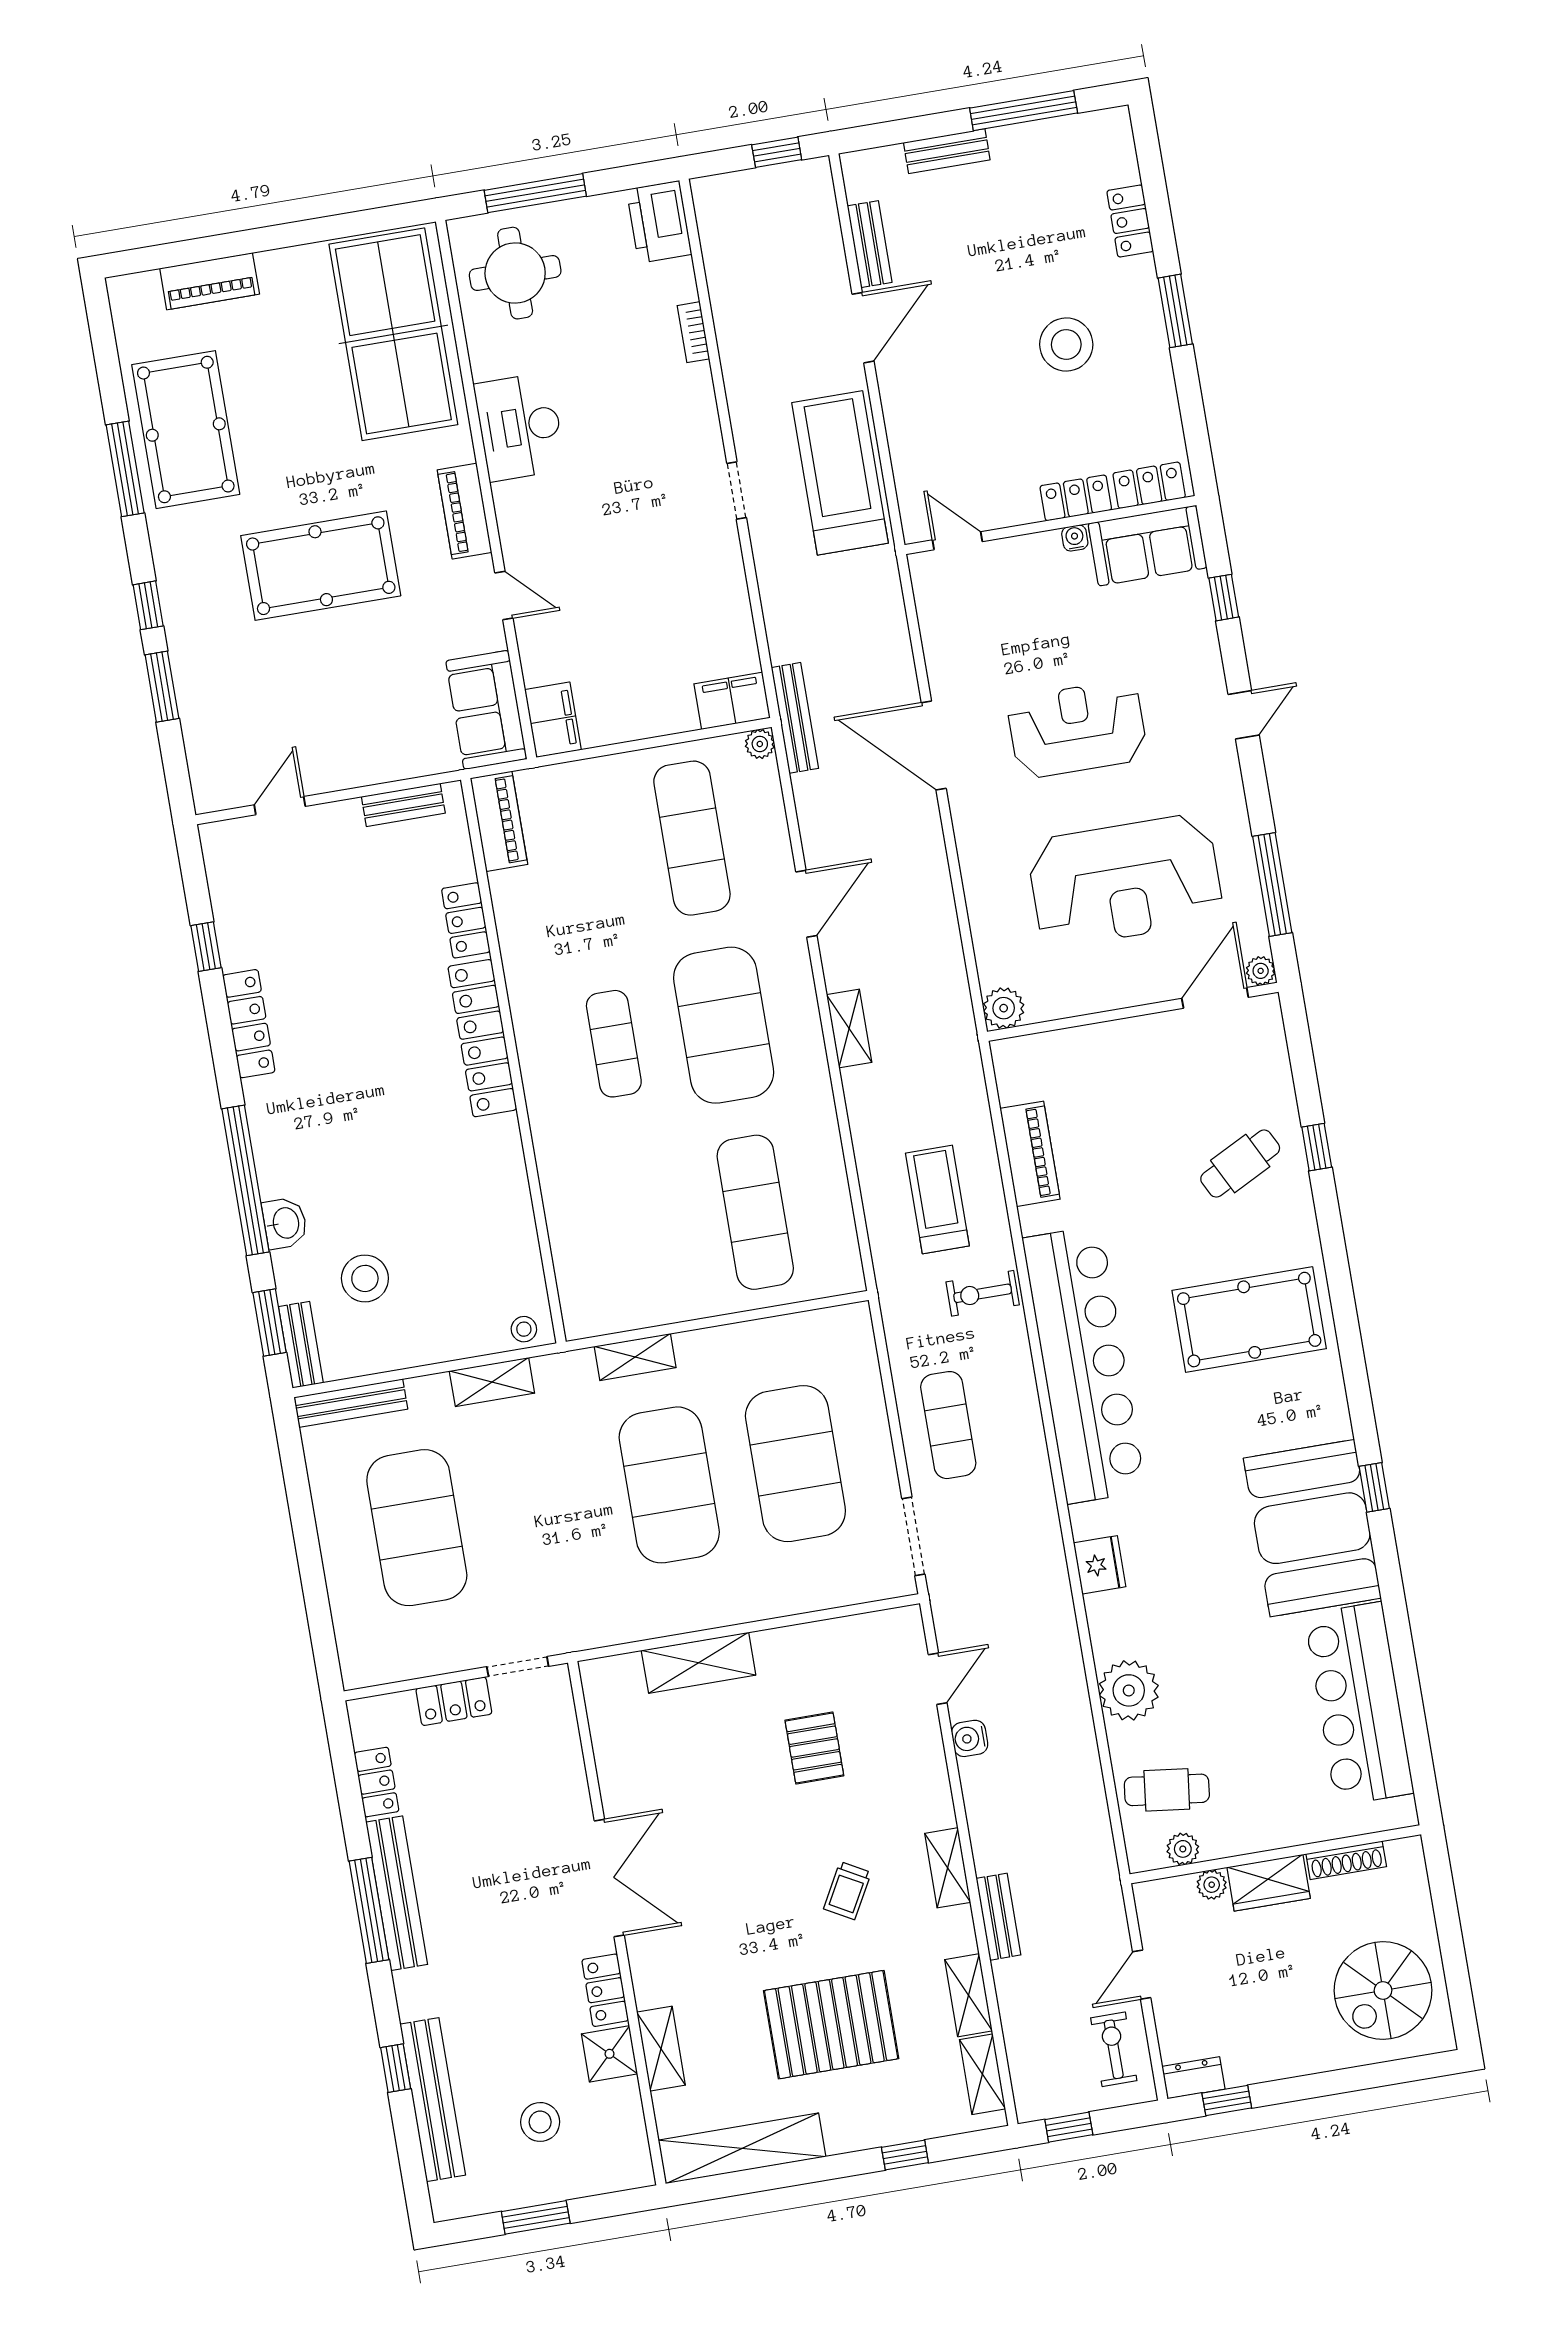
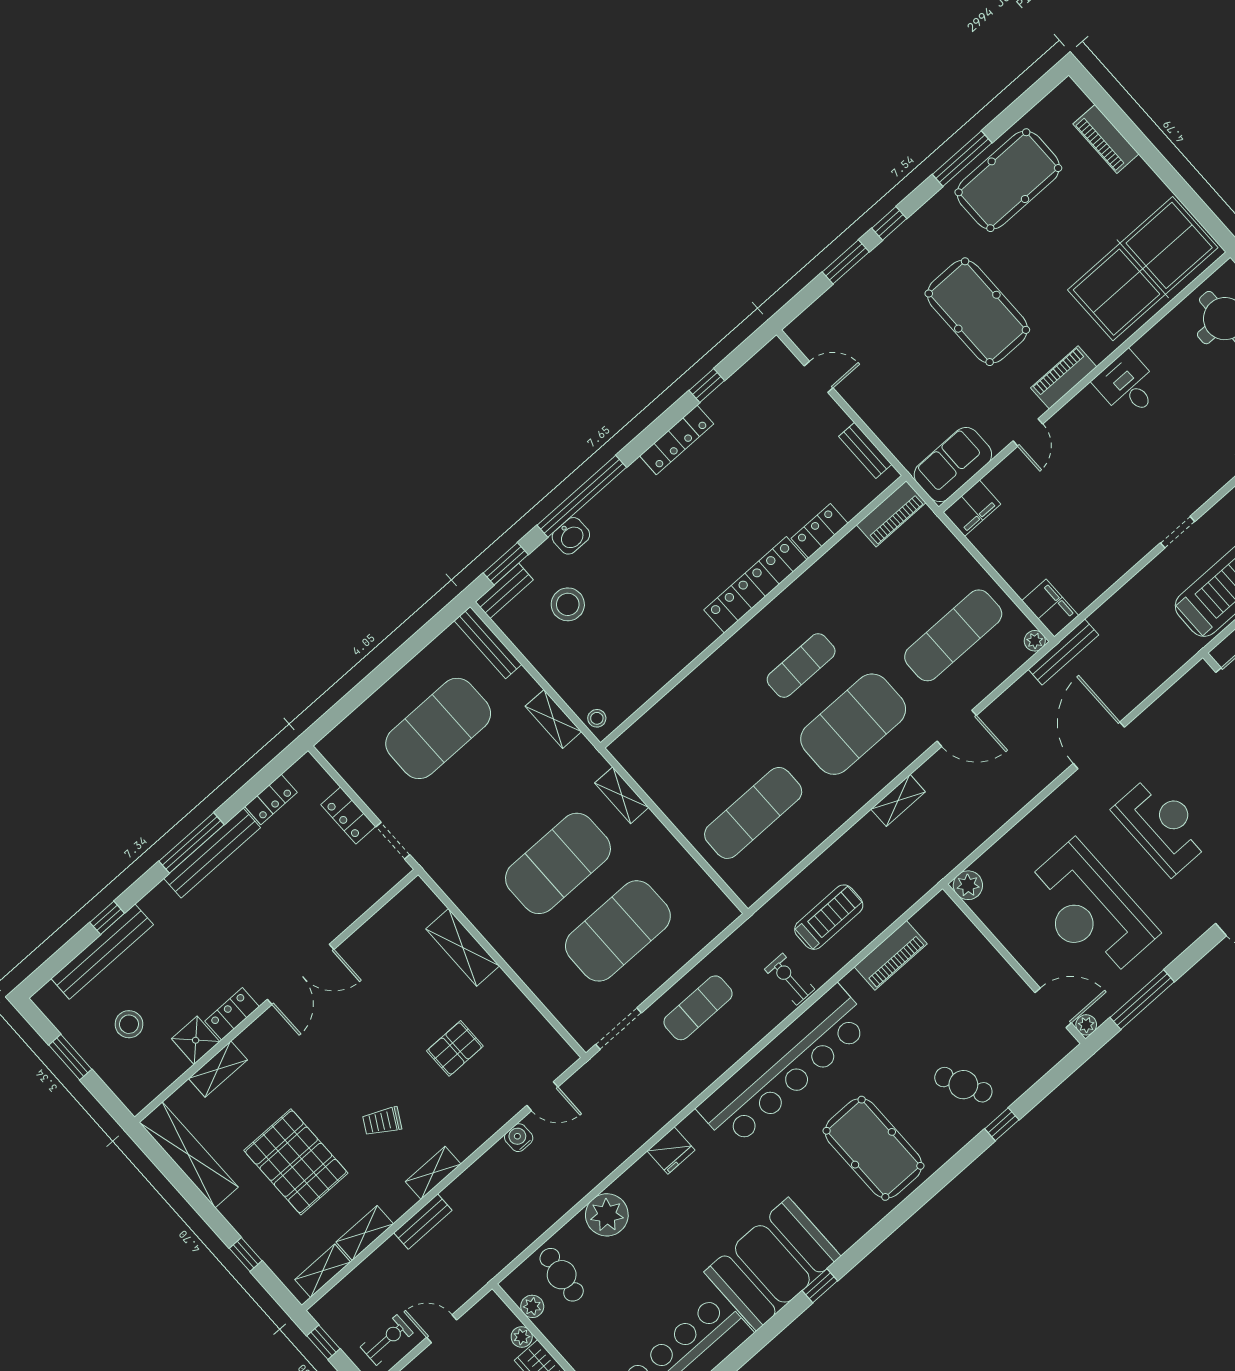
desk: (520, 427) -> (1128, 385), width x0.73

